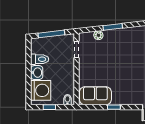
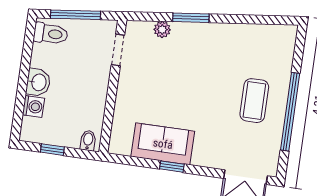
toilet: (40, 59) -> (51, 34), moved
washing machine: (41, 90) -> (33, 107), width x0.53, depth x0.53
sofa: (95, 96) -> (163, 144), moved

